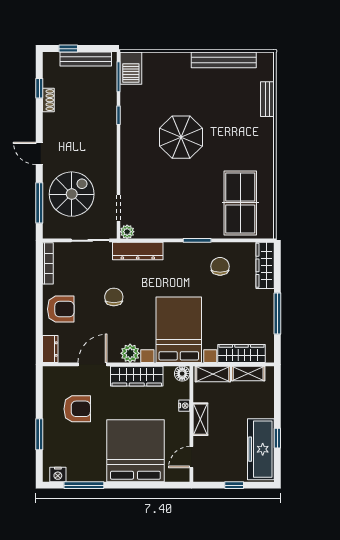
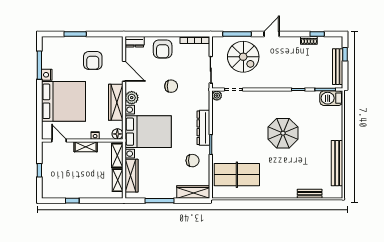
dresser: (138, 251) -> (203, 128), moved
freezer: (261, 449) -> (65, 189), removed
nightstand: (58, 474) -> (47, 75), moved

